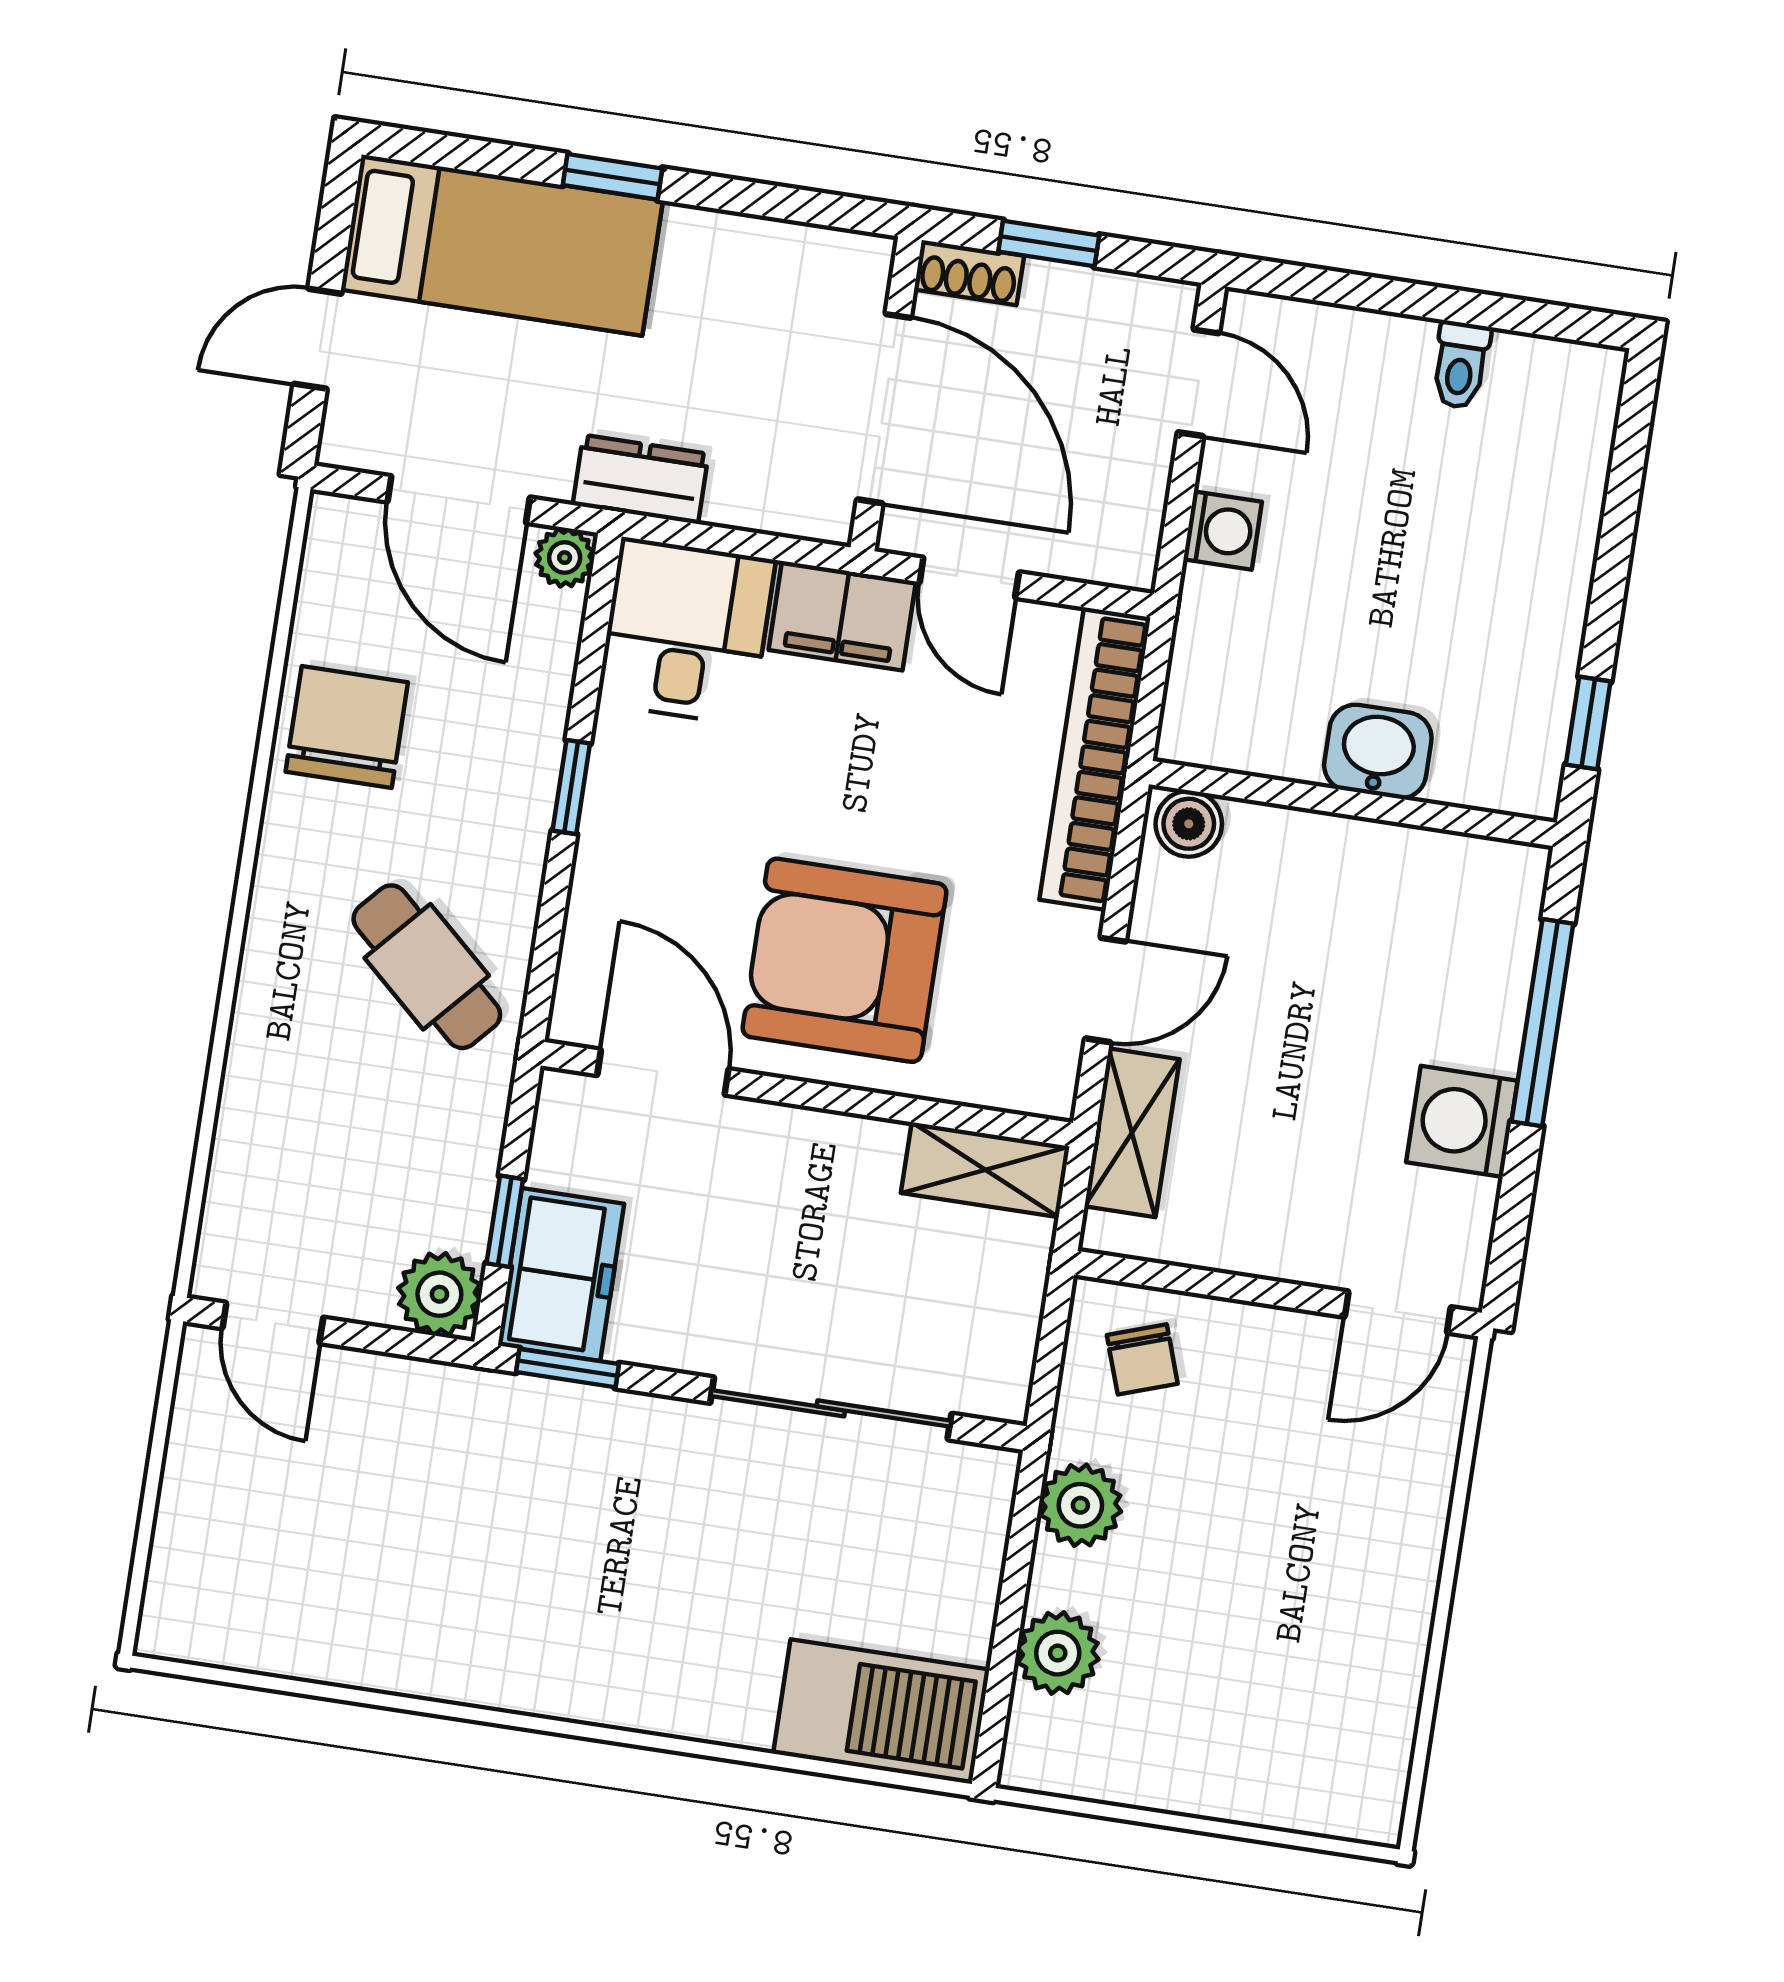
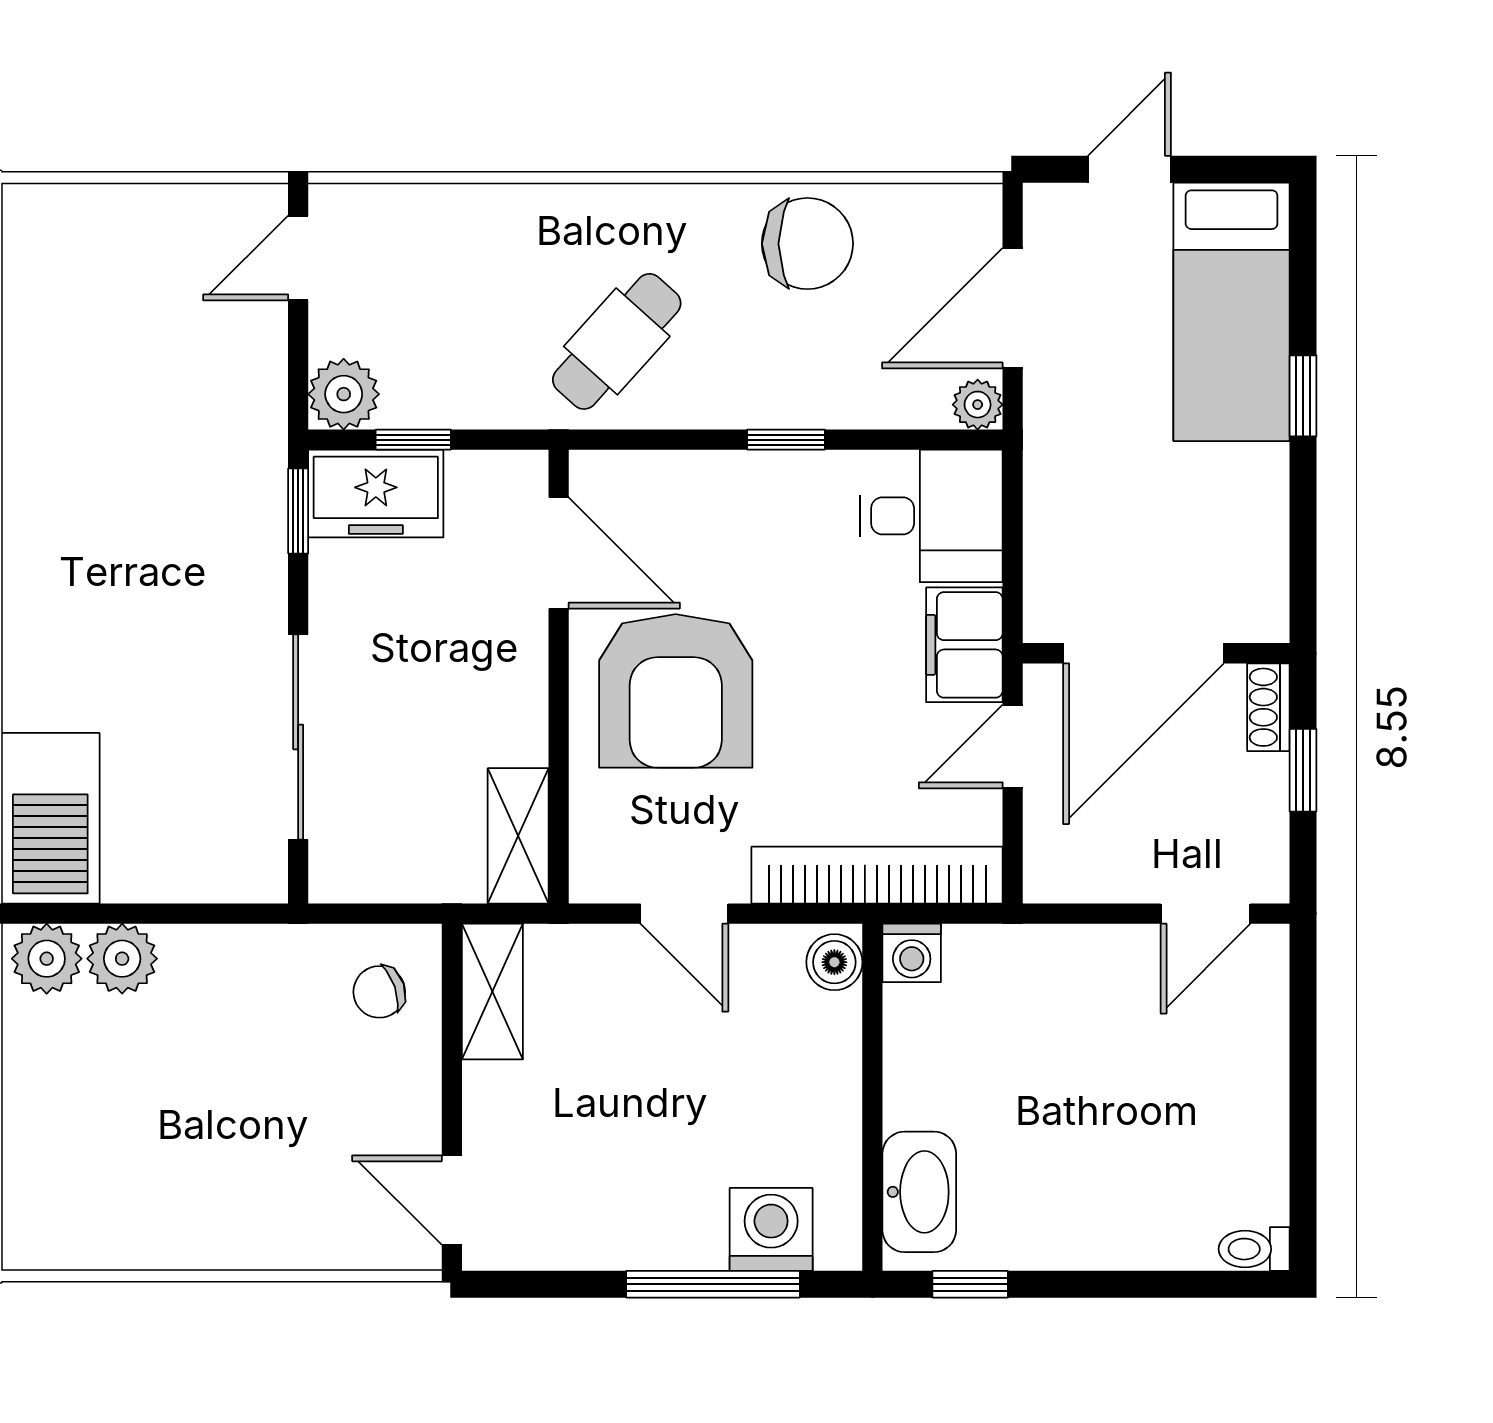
door: (317, 339) -> (1129, 169), hinge flipped
toilet: (1461, 365) -> (1254, 1249), moved
dresser: (641, 479) -> (1053, 458), removed
washing machine: (1223, 531) -> (912, 953), moved
washbasin: (1378, 752) -> (919, 1192), moved, width x1.38
armchair: (844, 960) -> (676, 691), turned 180
door: (663, 1072) -> (559, 553), hinge flipped
washing machine: (1462, 1121) -> (771, 1229), moved
shelving: (1132, 1133) -> (492, 992), moved, turned 90
plant: (1080, 1505) -> (47, 959), moved

